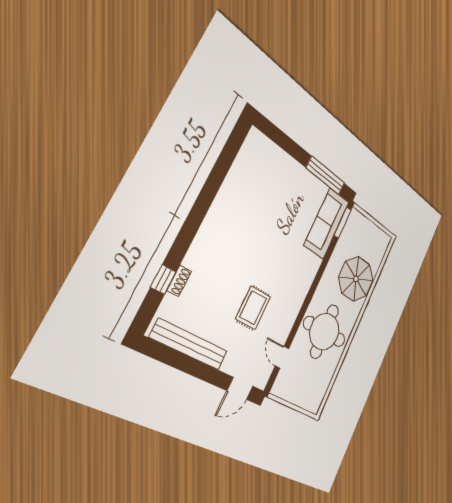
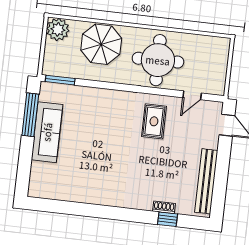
sofa: (327, 223) -> (47, 132), moved, turned -90
plant: (381, 242) -> (58, 29), added
rug: (253, 308) -> (154, 121), moved, turned 90

